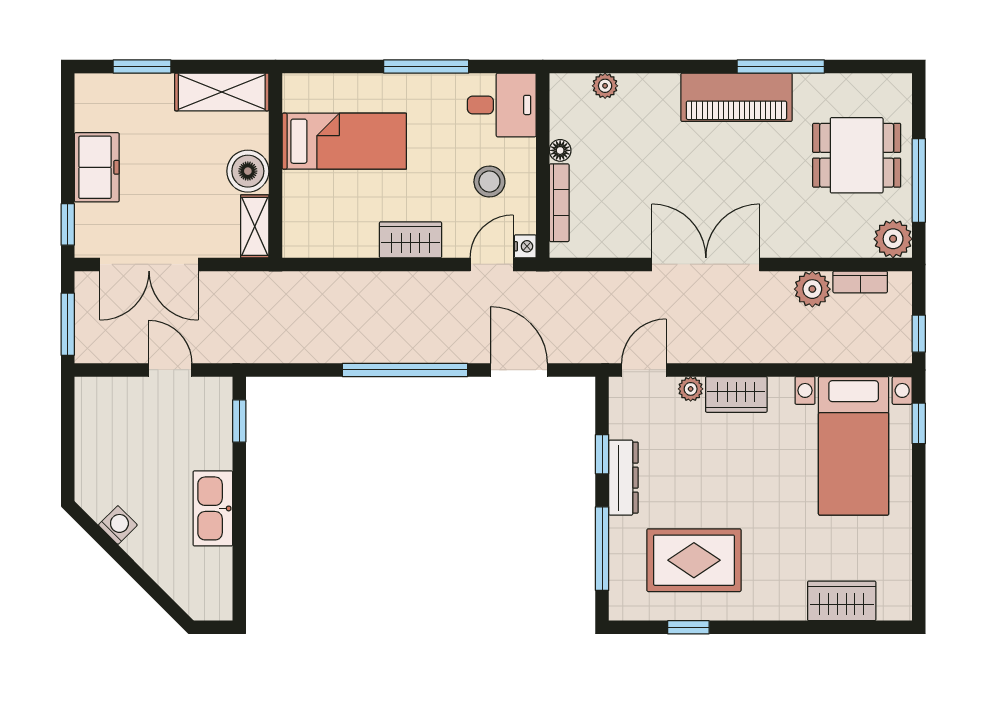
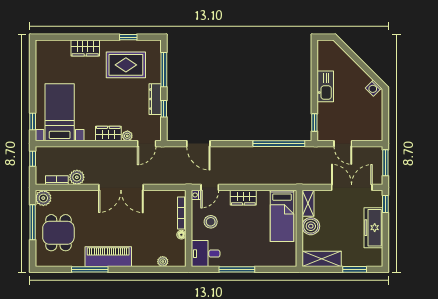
bed: (344, 141) -> (282, 216), moved, turned -90
dining table: (857, 155) -> (58, 233), turned 90
freezer: (97, 167) -> (373, 228), width x1.40
window: (405, 370) -> (279, 144), moved
washing machine: (118, 525) -> (373, 88), moved
wardrobe: (842, 601) -> (85, 48), moved

